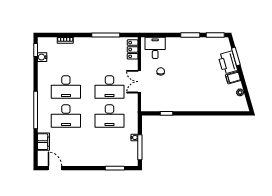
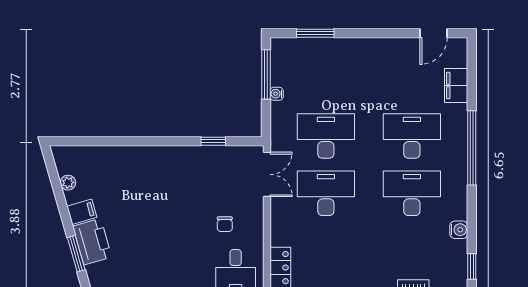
water cooler: (42, 57) -> (459, 230), moved
double door: (139, 82) -> (267, 174), moved
door: (55, 168) -> (434, 33), hinge flipped

